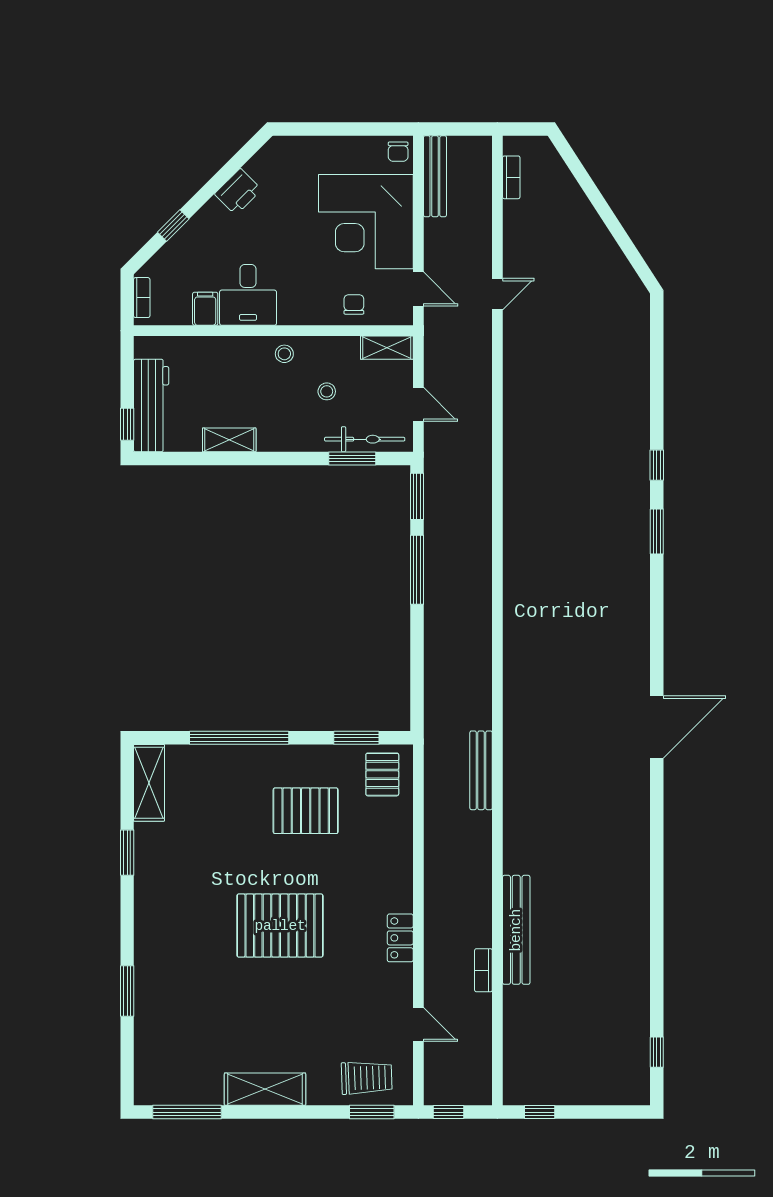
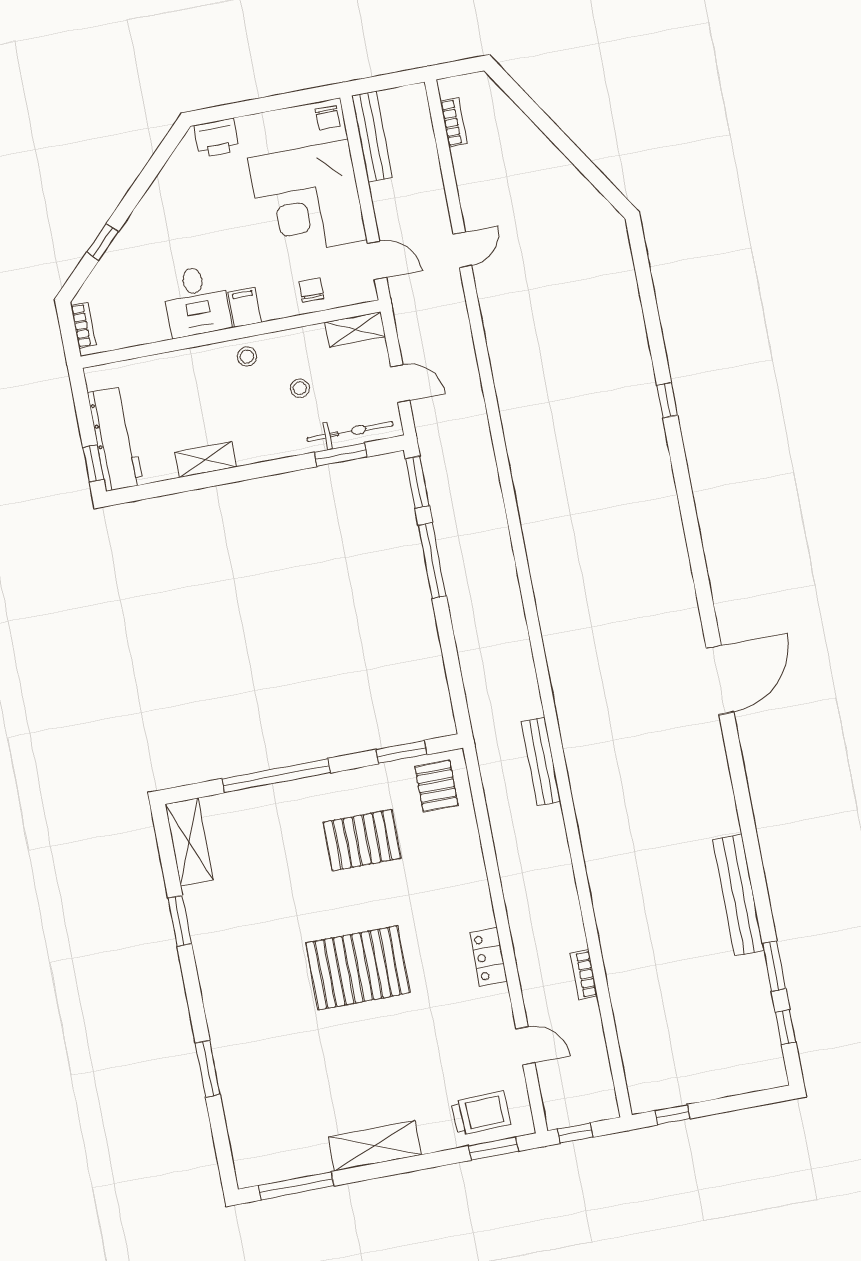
printer: (238, 192) -> (217, 138), moved, turned 45
filing cabinet: (205, 309) -> (245, 307), moved
window: (657, 531) -> (774, 966), moved
bench: (516, 930) -> (738, 895), moved

